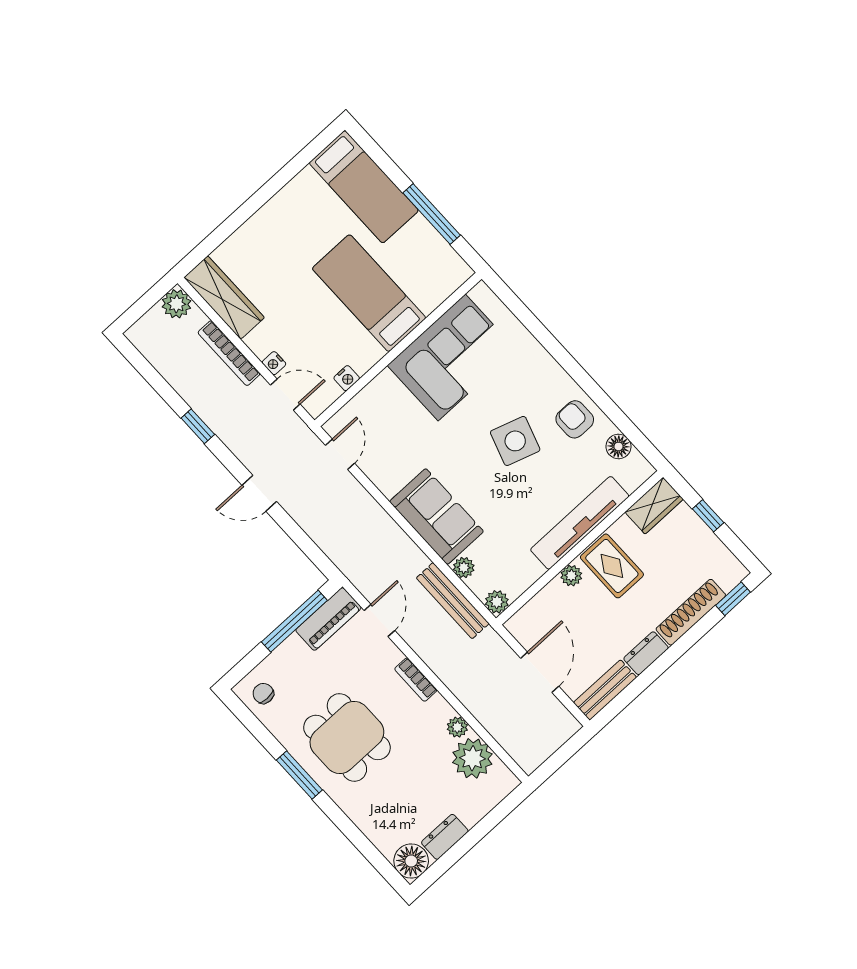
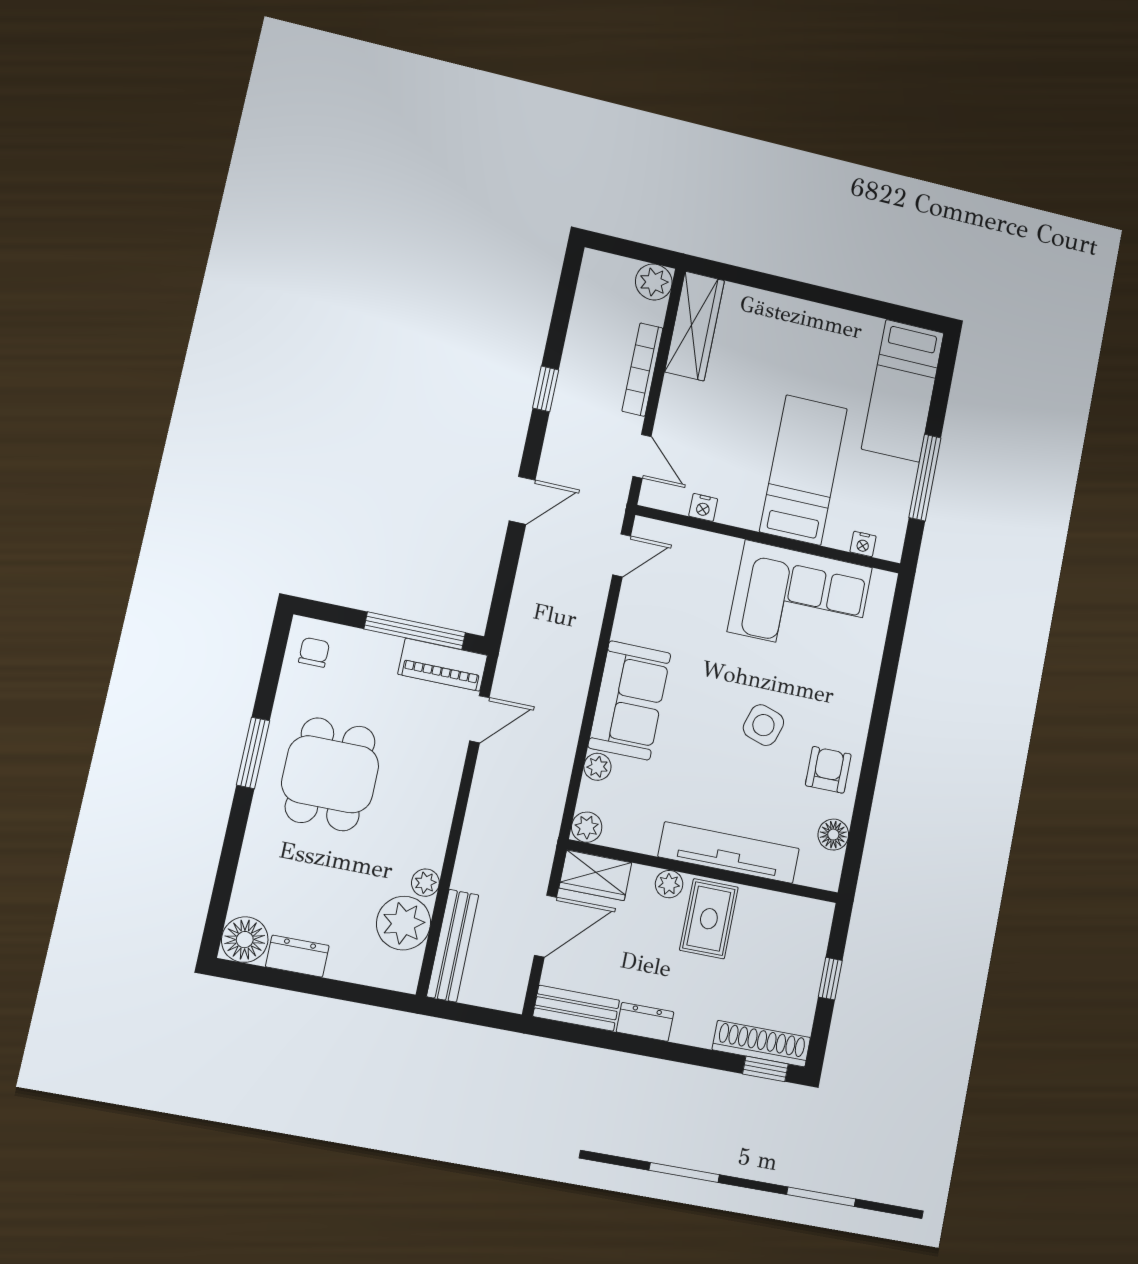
nightstand: (274, 363) -> (863, 544), moved, turned -90
side table: (515, 441) -> (763, 725), width x0.73, depth x0.73
door: (259, 493) -> (522, 500), swing flipped
wardrobe: (654, 506) -> (595, 875), moved
bench: (453, 601) -> (453, 946), moved
shoe rack: (691, 612) -> (761, 1044), moved
bookcase: (416, 680) -> (444, 802), removed

